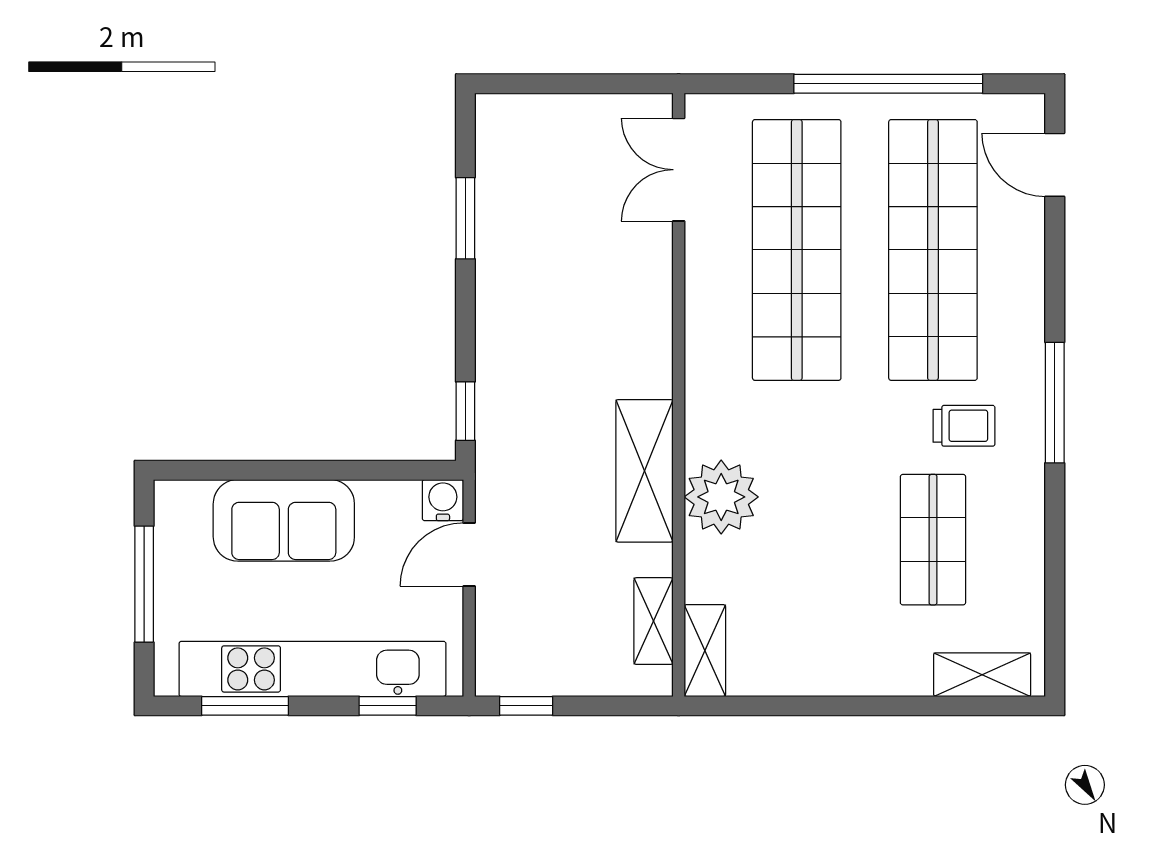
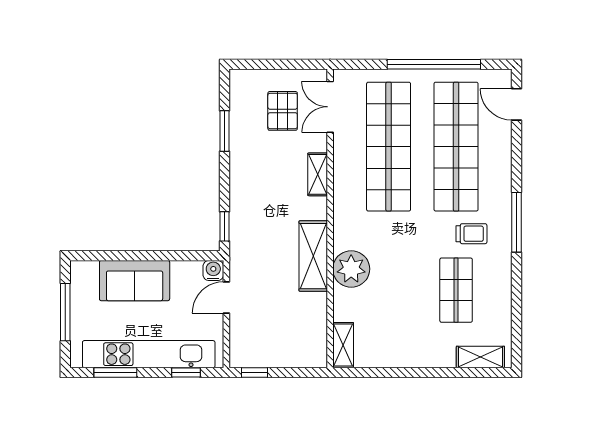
pallet: (583, 178) -> (283, 111), added
shelving: (654, 621) -> (318, 174), moved

